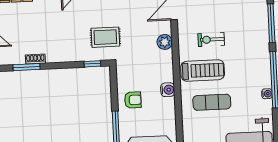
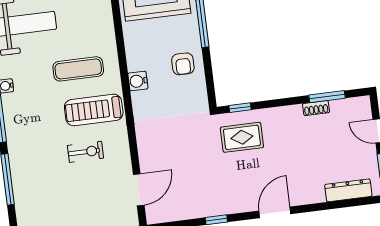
rug: (105, 37) -> (242, 137), moved
plant: (165, 42) -> (147, 144), removed
armchair: (133, 100) -> (183, 64), turned -90

